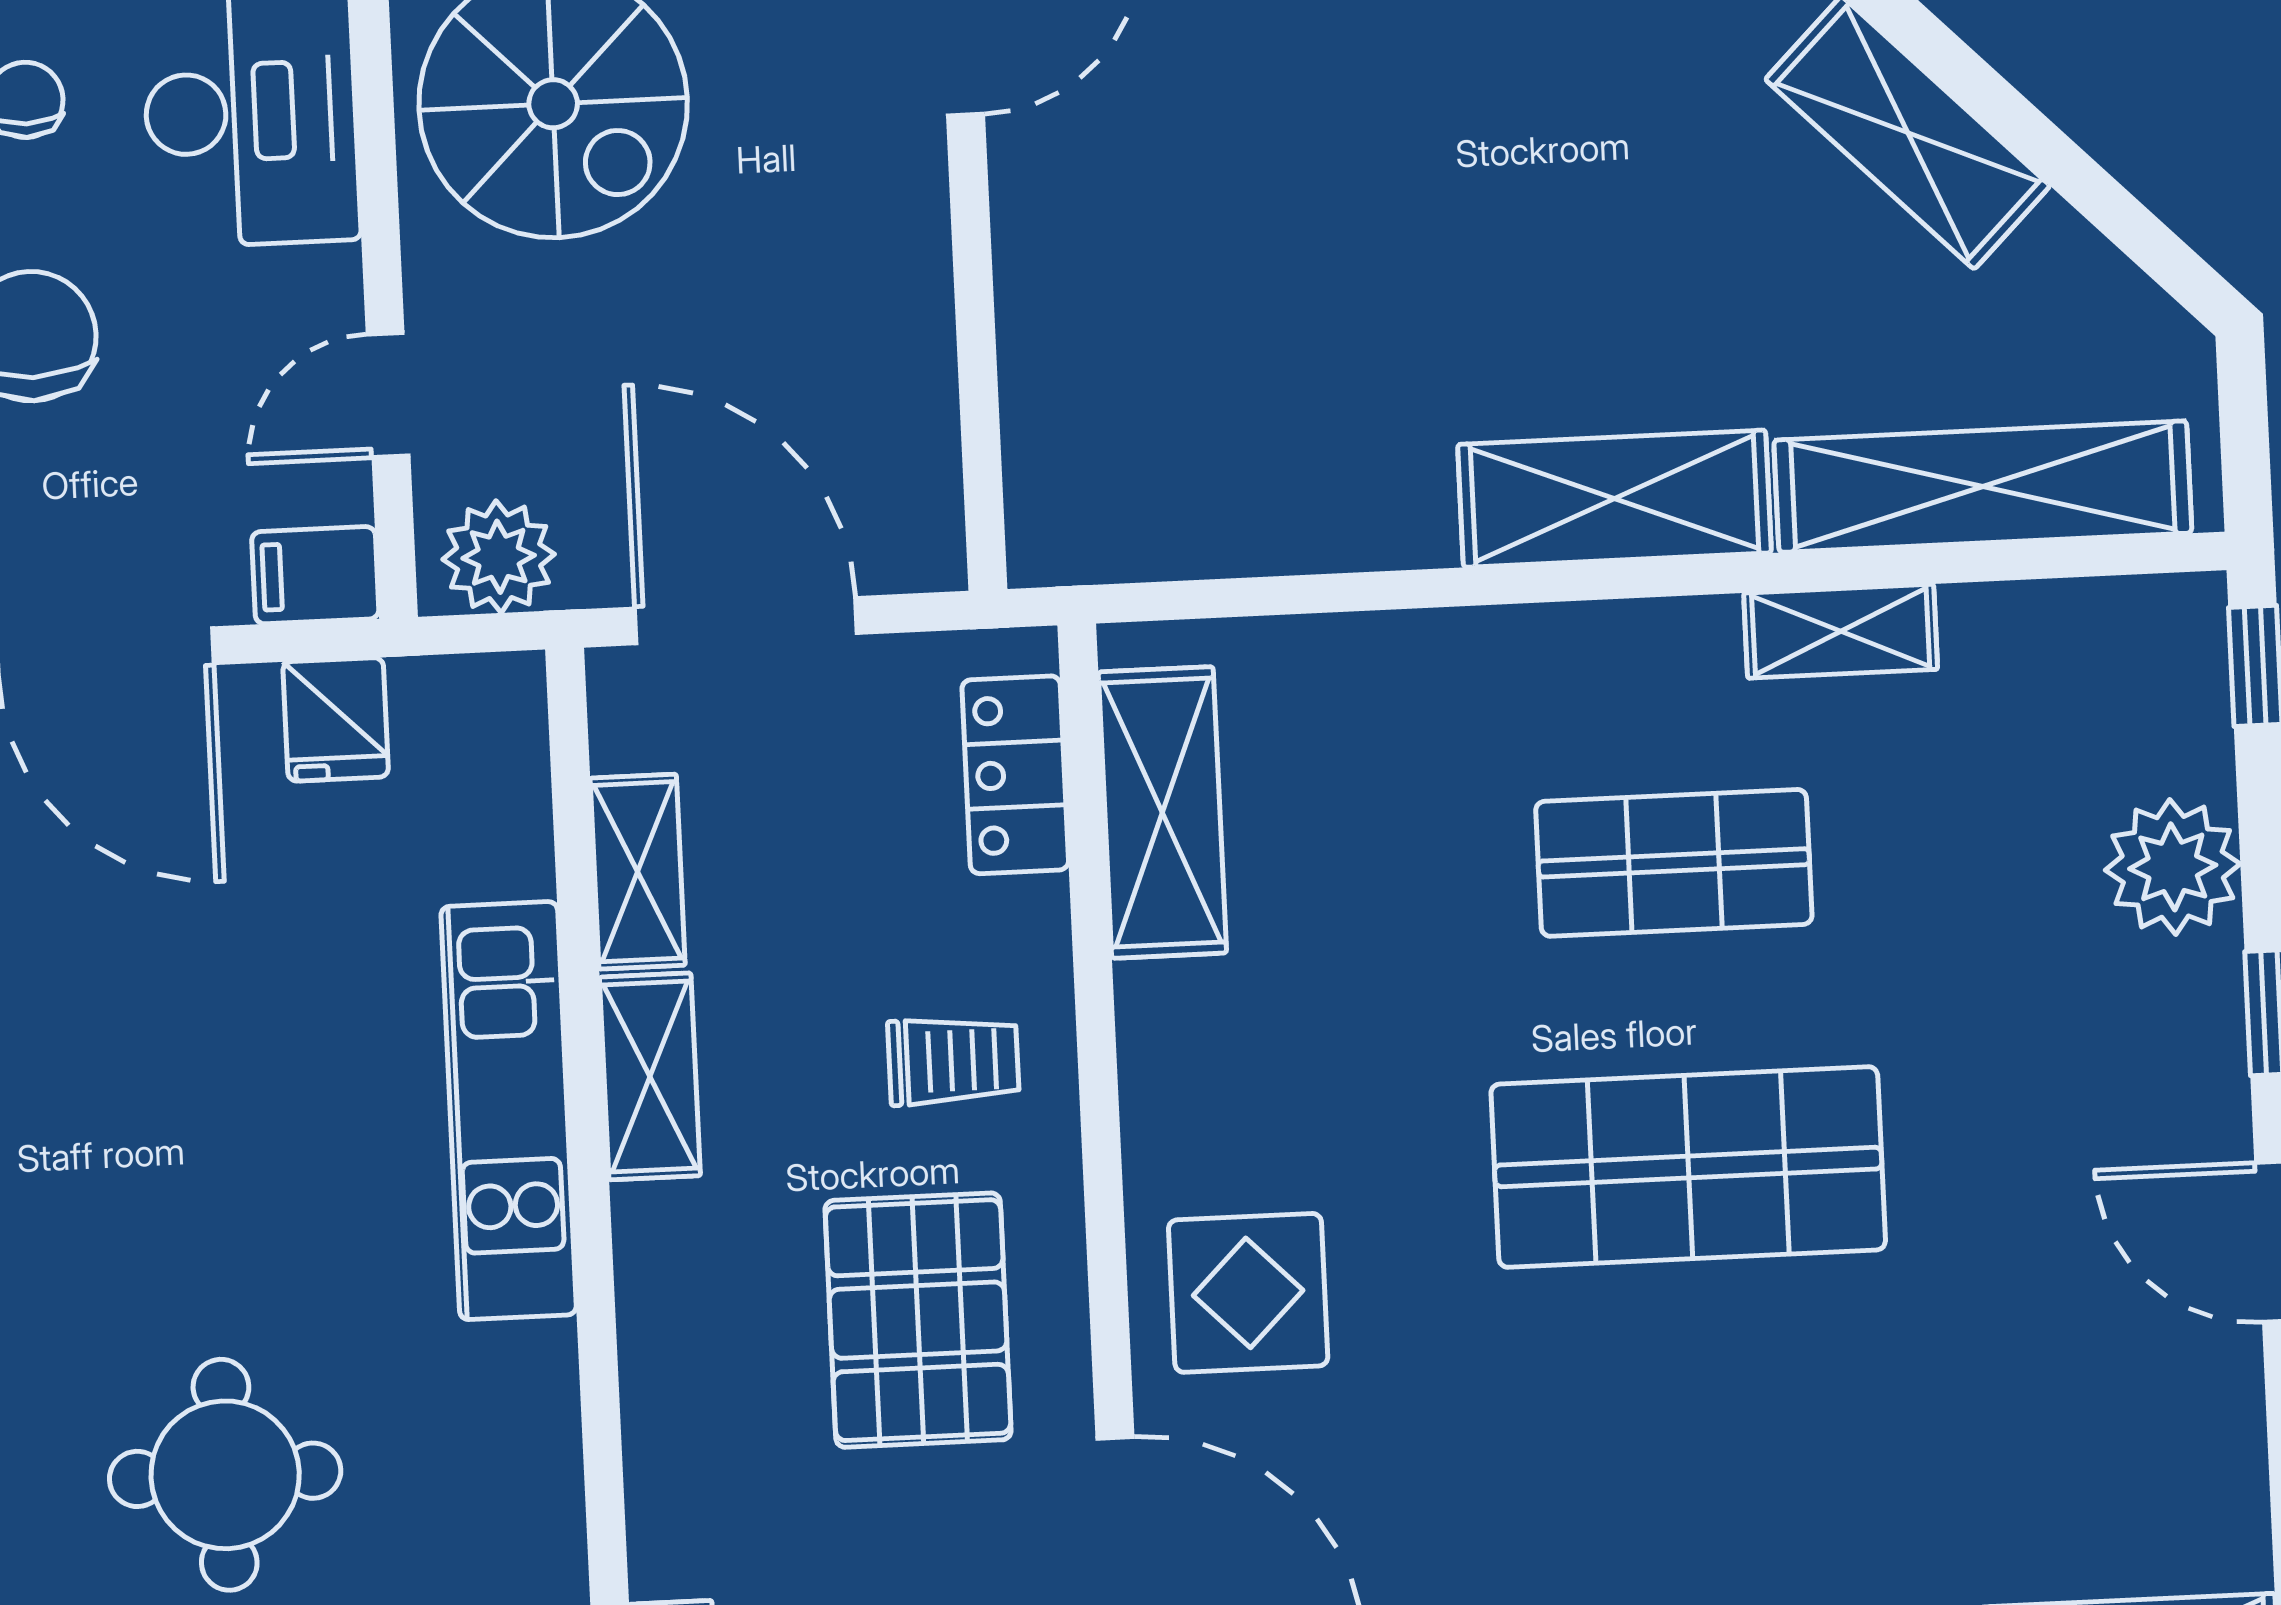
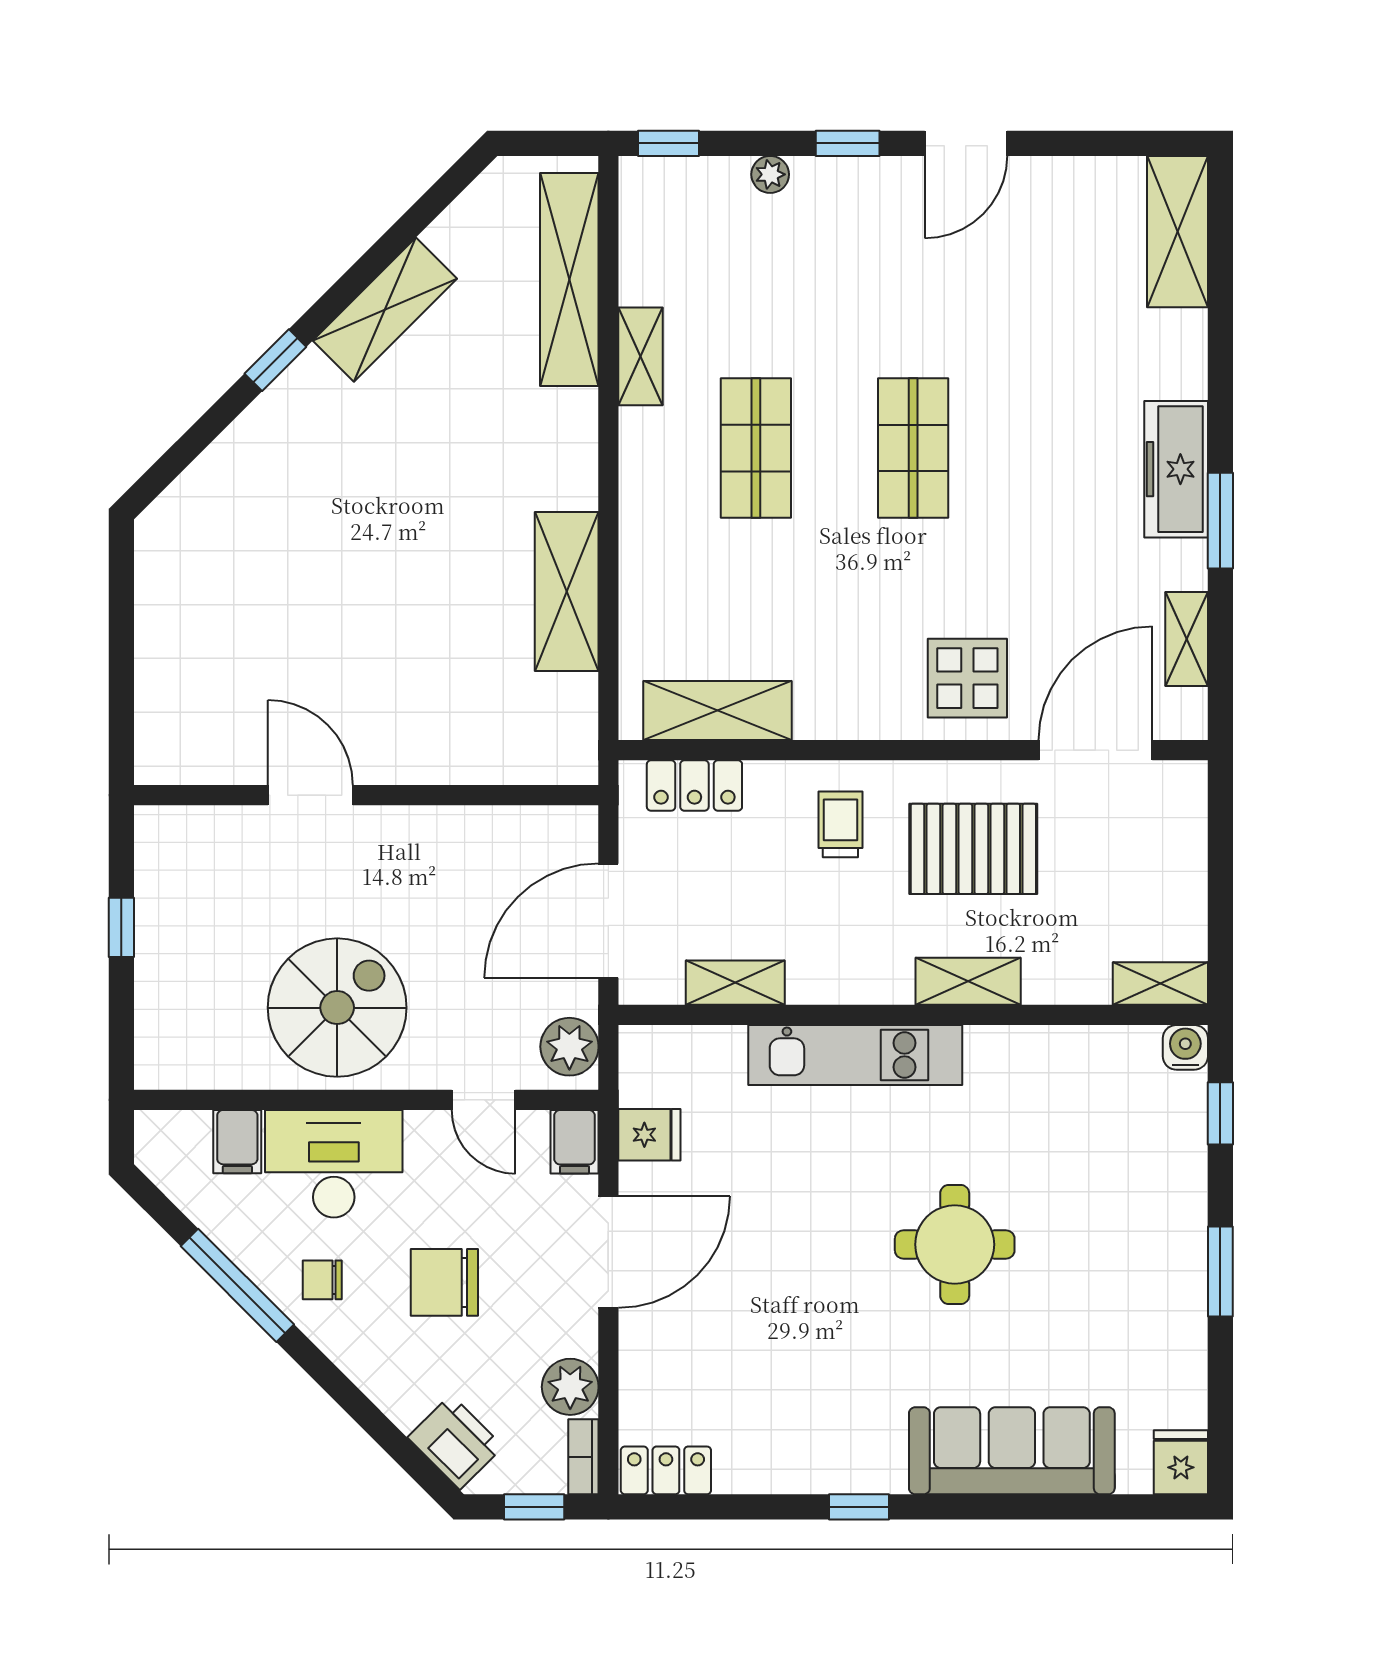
shelving: (1615, 499) -> (567, 591), moved
plant: (2173, 867) -> (770, 174), width x0.53, depth x0.53
shelving: (650, 1076) -> (968, 981), moved
shop shelf: (1688, 1167) -> (913, 448), width x0.70, depth x0.74
round table: (225, 1475) -> (955, 1244), moved

